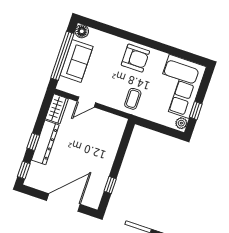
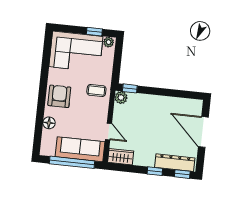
floor lamp: (82, 31) -> (49, 123), moved
sofa: (77, 61) -> (80, 149), width x1.36
plant: (119, 123) -> (121, 98), added
dresser: (45, 142) -> (175, 163), moved
window: (110, 185) -> (130, 88), moved

